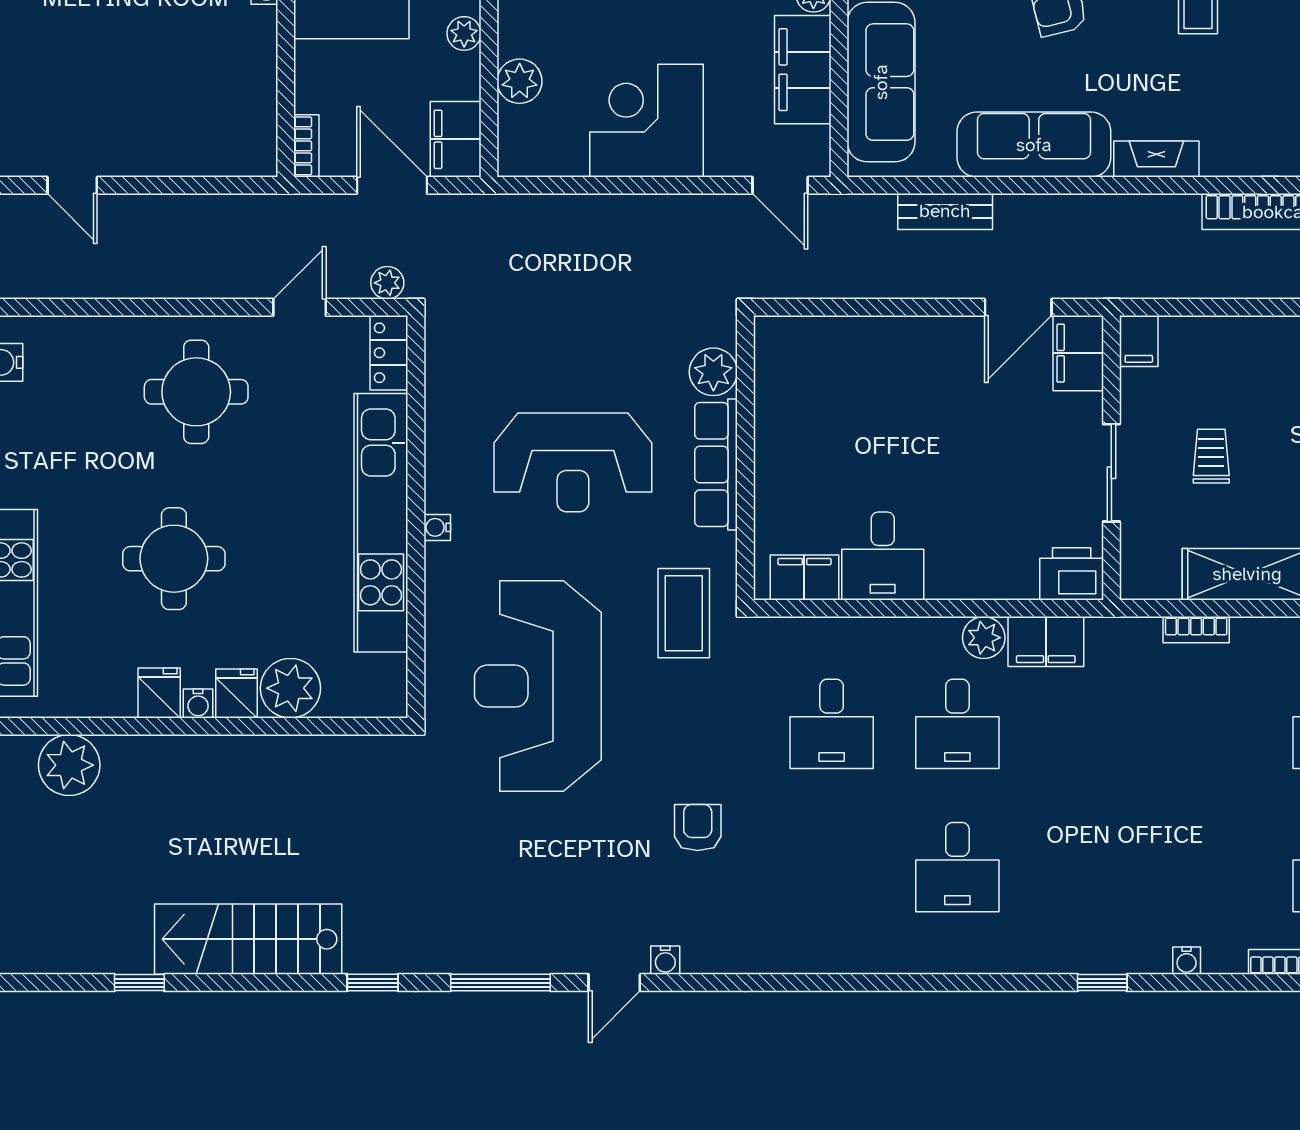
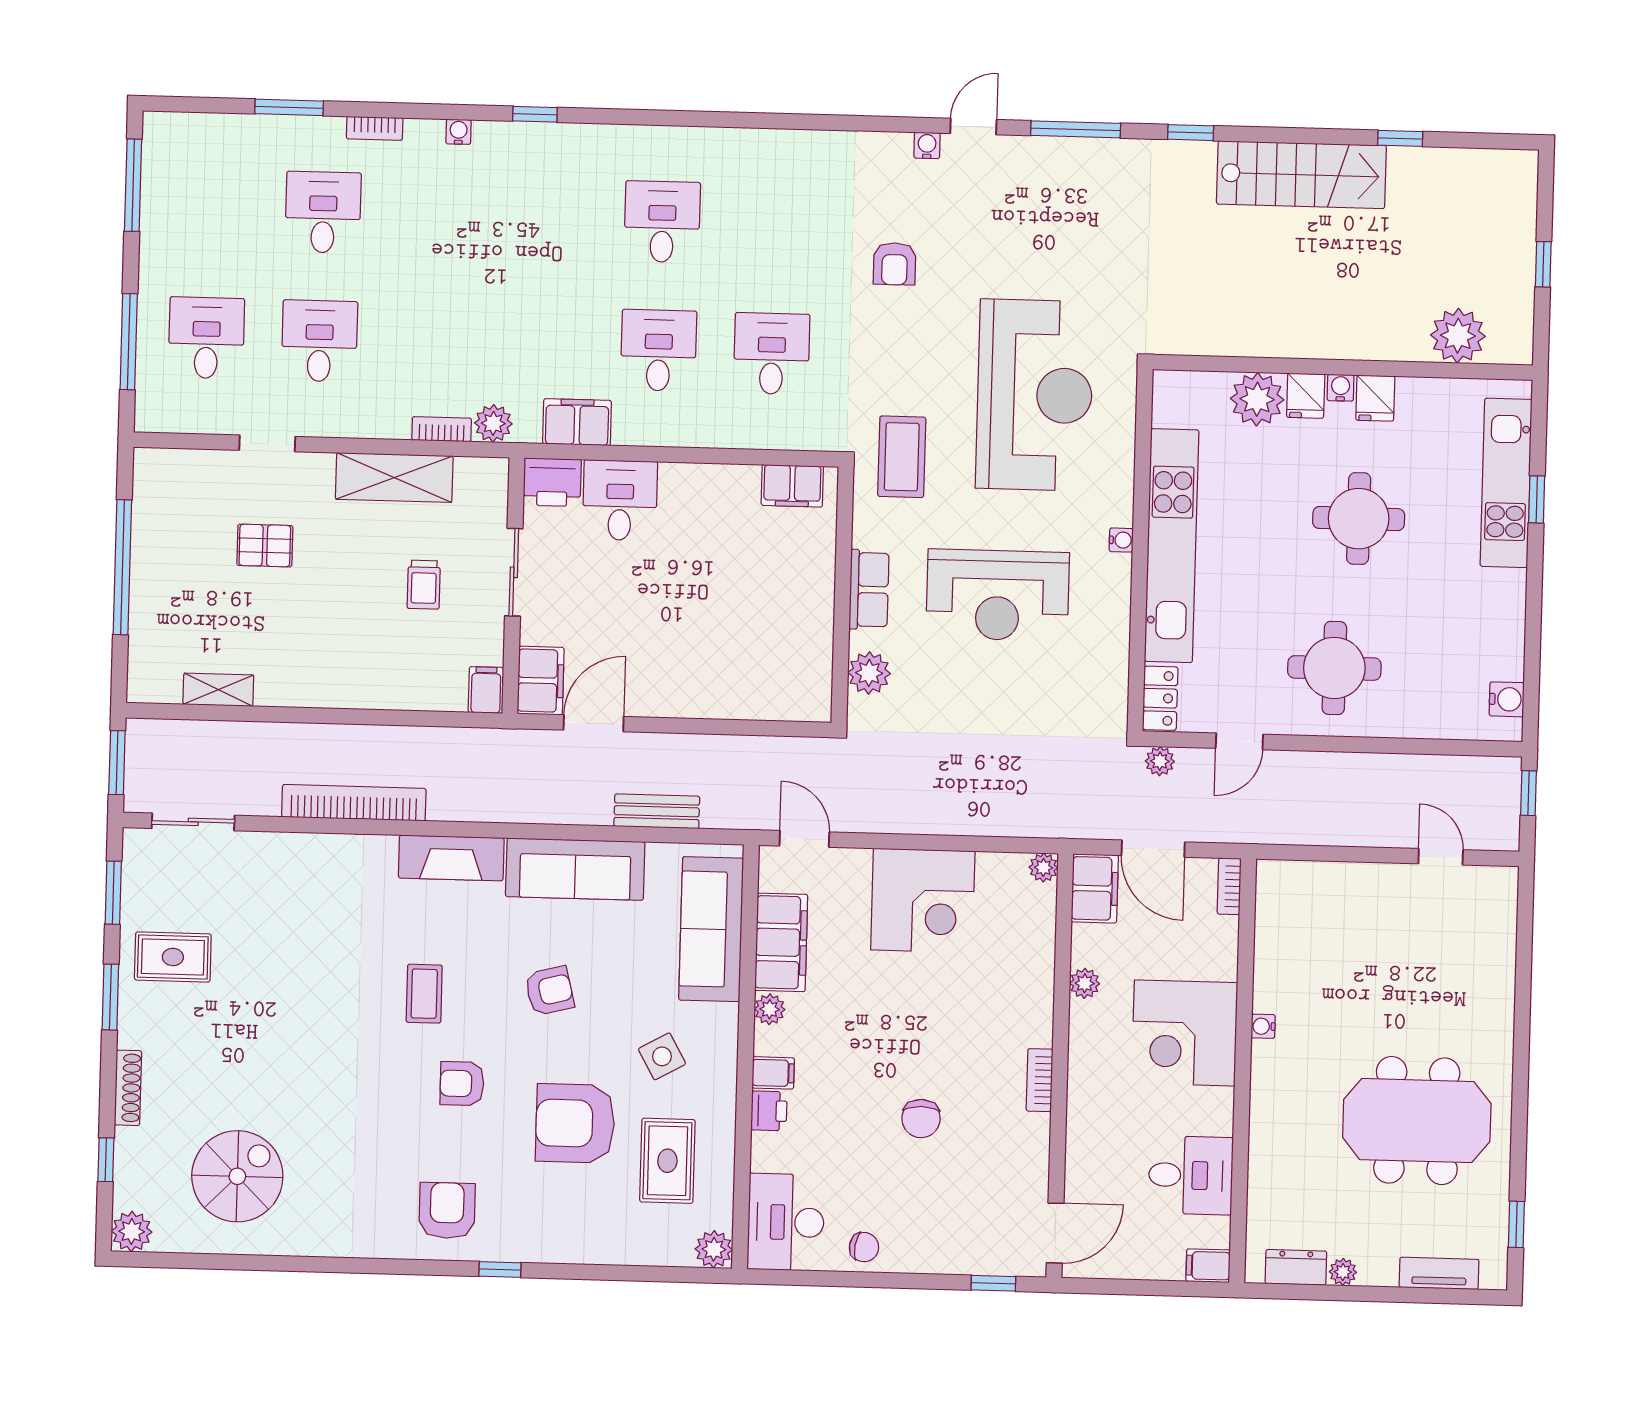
plant: (520, 81) -> (1043, 868), moved, width x0.73, depth x0.73
fireplace: (1156, 159) -> (451, 858), width x1.37, depth x1.32
reception desk: (573, 462) -> (998, 595), turned 180
row of seats: (716, 465) -> (869, 590), width x0.68
desk: (883, 556) -> (620, 500), moved
plant: (984, 638) -> (493, 423), moved

